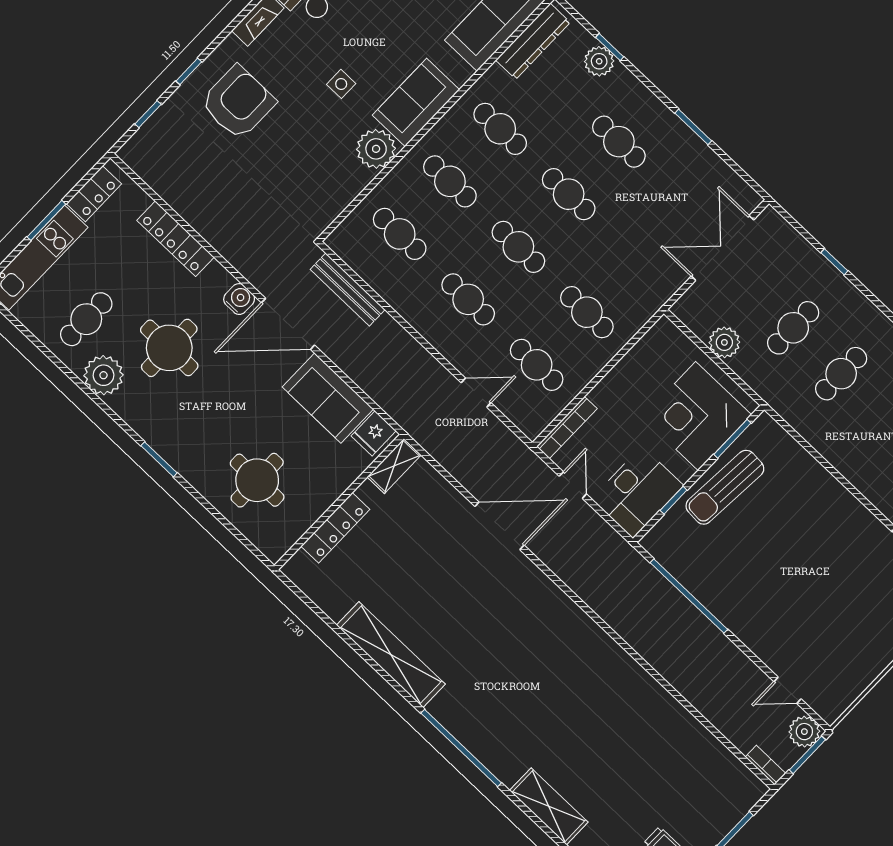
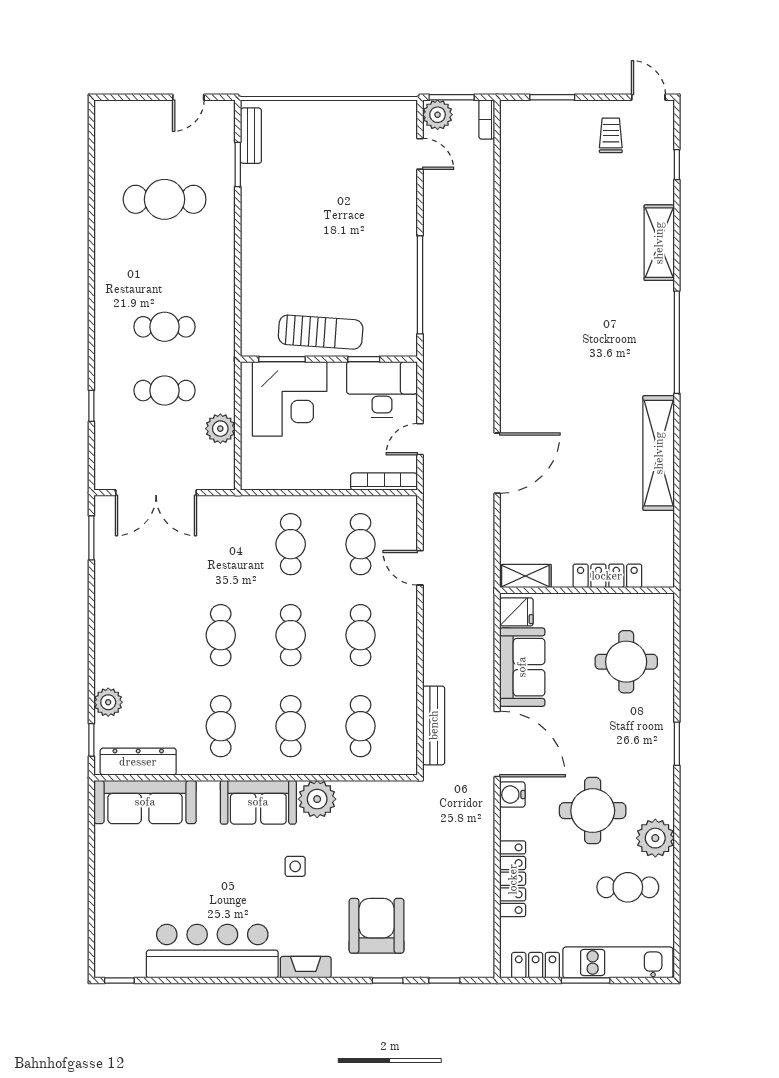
window: (610, 47) -> (91, 740), moved
armchair: (238, 102) -> (377, 926), turned 90
window: (693, 127) -> (91, 538), moved
cafe table: (619, 142) -> (151, 635), removed
door: (499, 526) -> (497, 463), swing flipped

